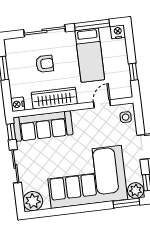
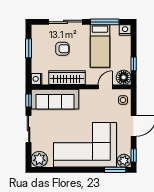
floor lamp: (123, 90) -> (124, 77), added

